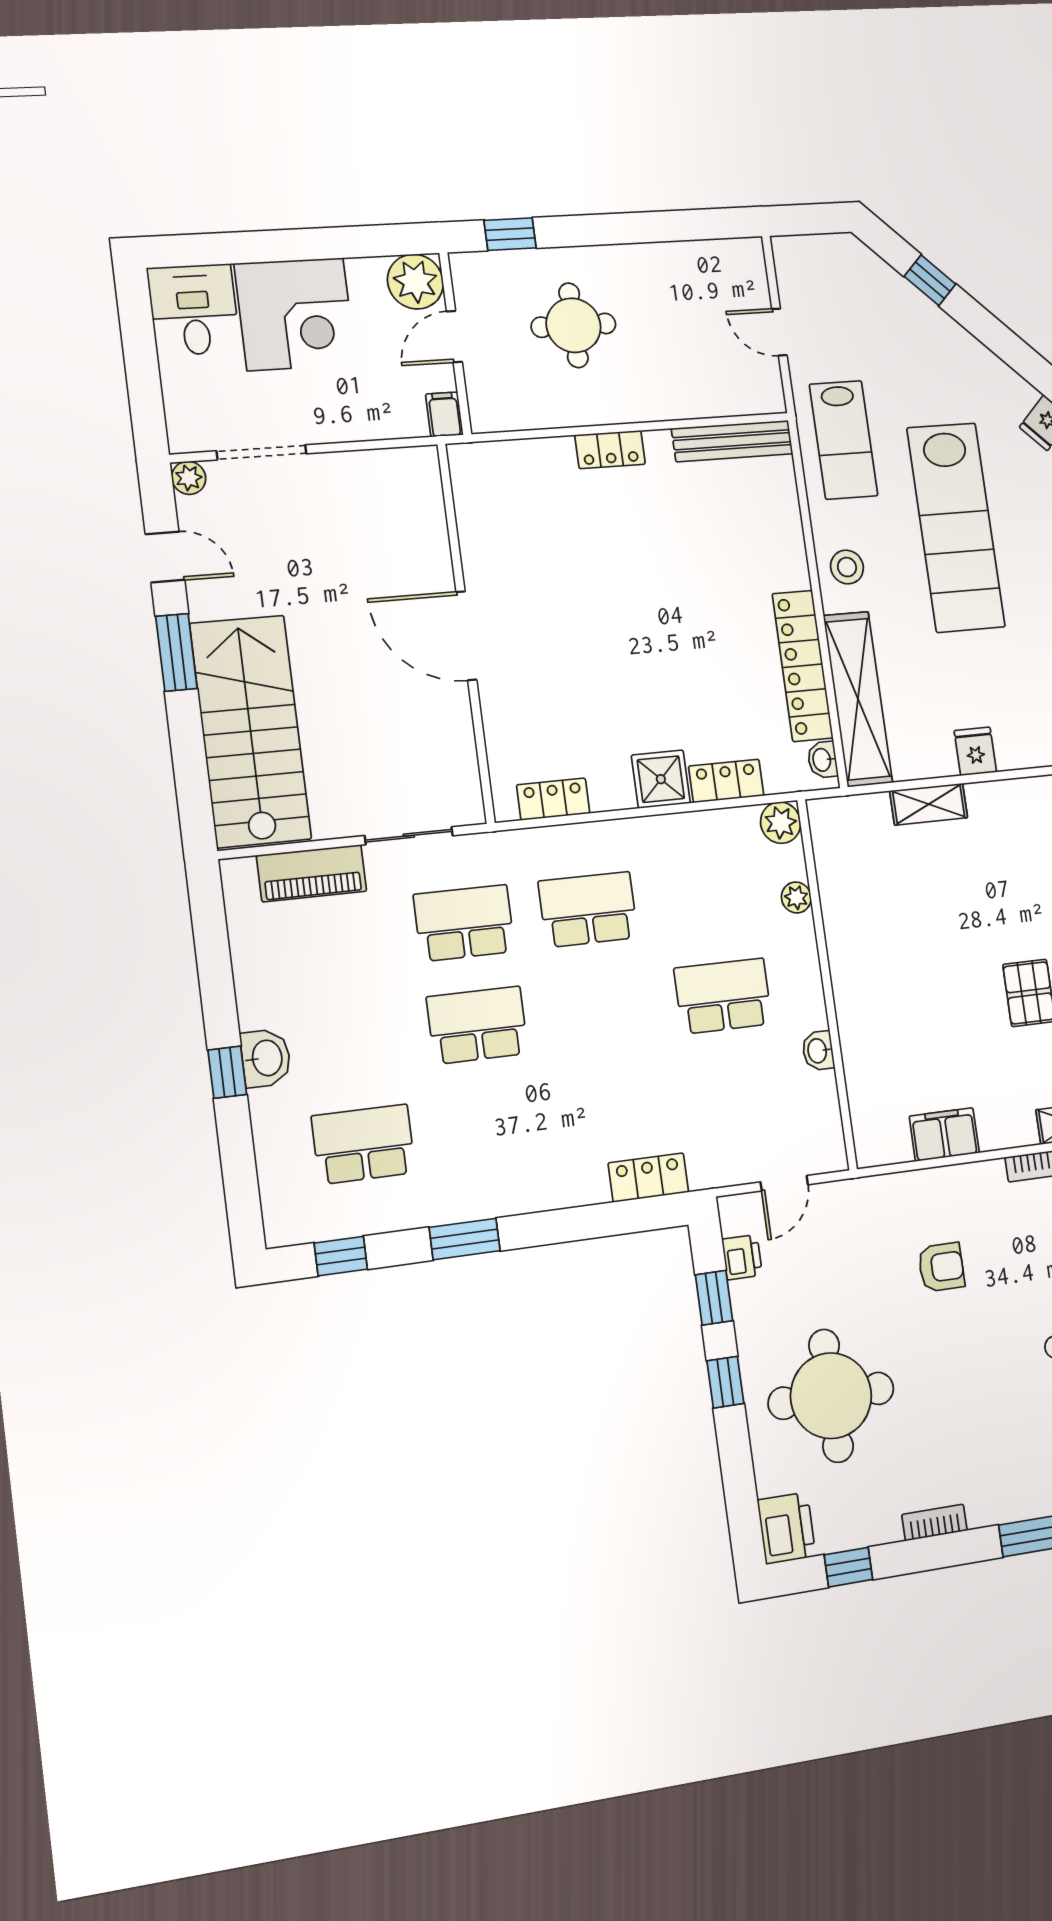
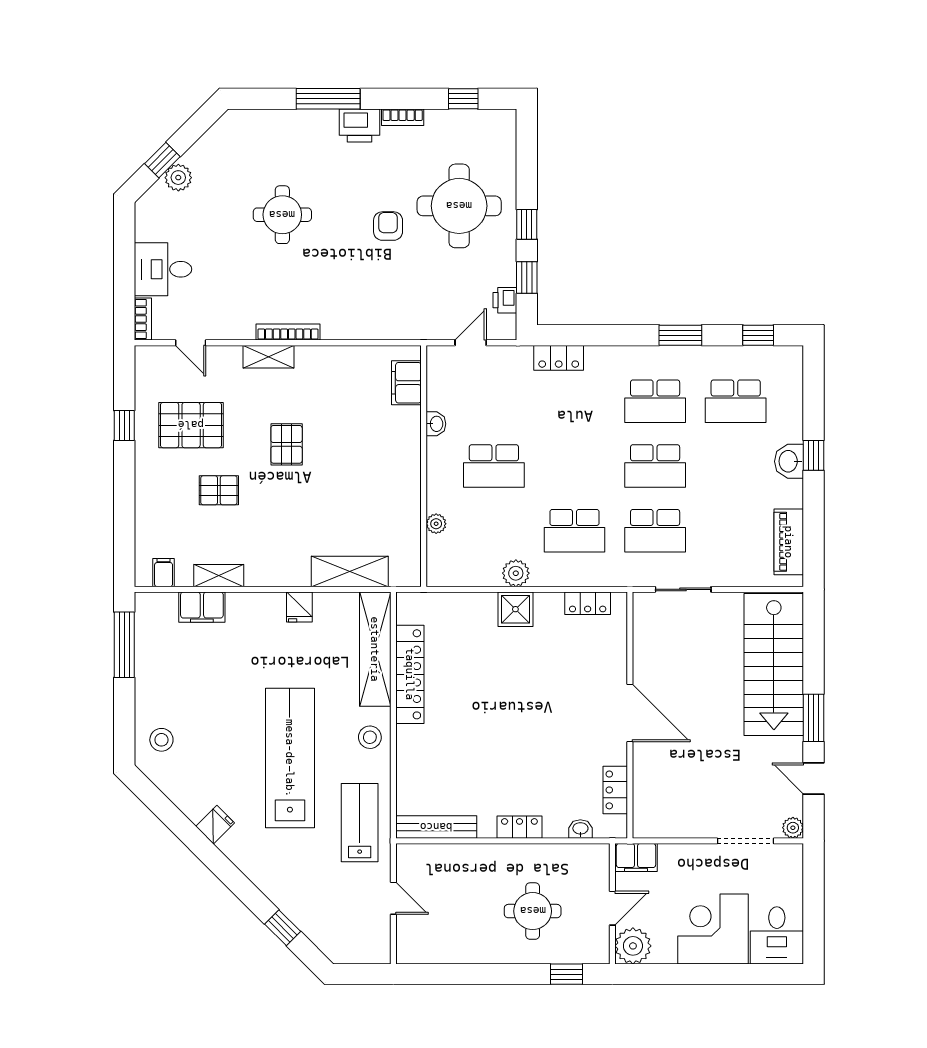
filing cabinet: (444, 414) -> (636, 857), width x2.00
washbasin: (823, 760) -> (580, 829), moved, turned -90
locker: (726, 781) -> (615, 790), moved, turned 90
shelving: (929, 804) -> (350, 571), width x1.50, depth x1.33
plant: (781, 823) -> (516, 573), moved
piano: (312, 873) -> (789, 542), moved, turned -90
school desk: (491, 1128) -> (655, 401), added
filing cabinet: (944, 1134) -> (406, 383), moved, turned 90
armchair: (941, 1267) -> (388, 226), moved, turned 90
printer: (787, 1528) -> (359, 125), moved, turned -90

